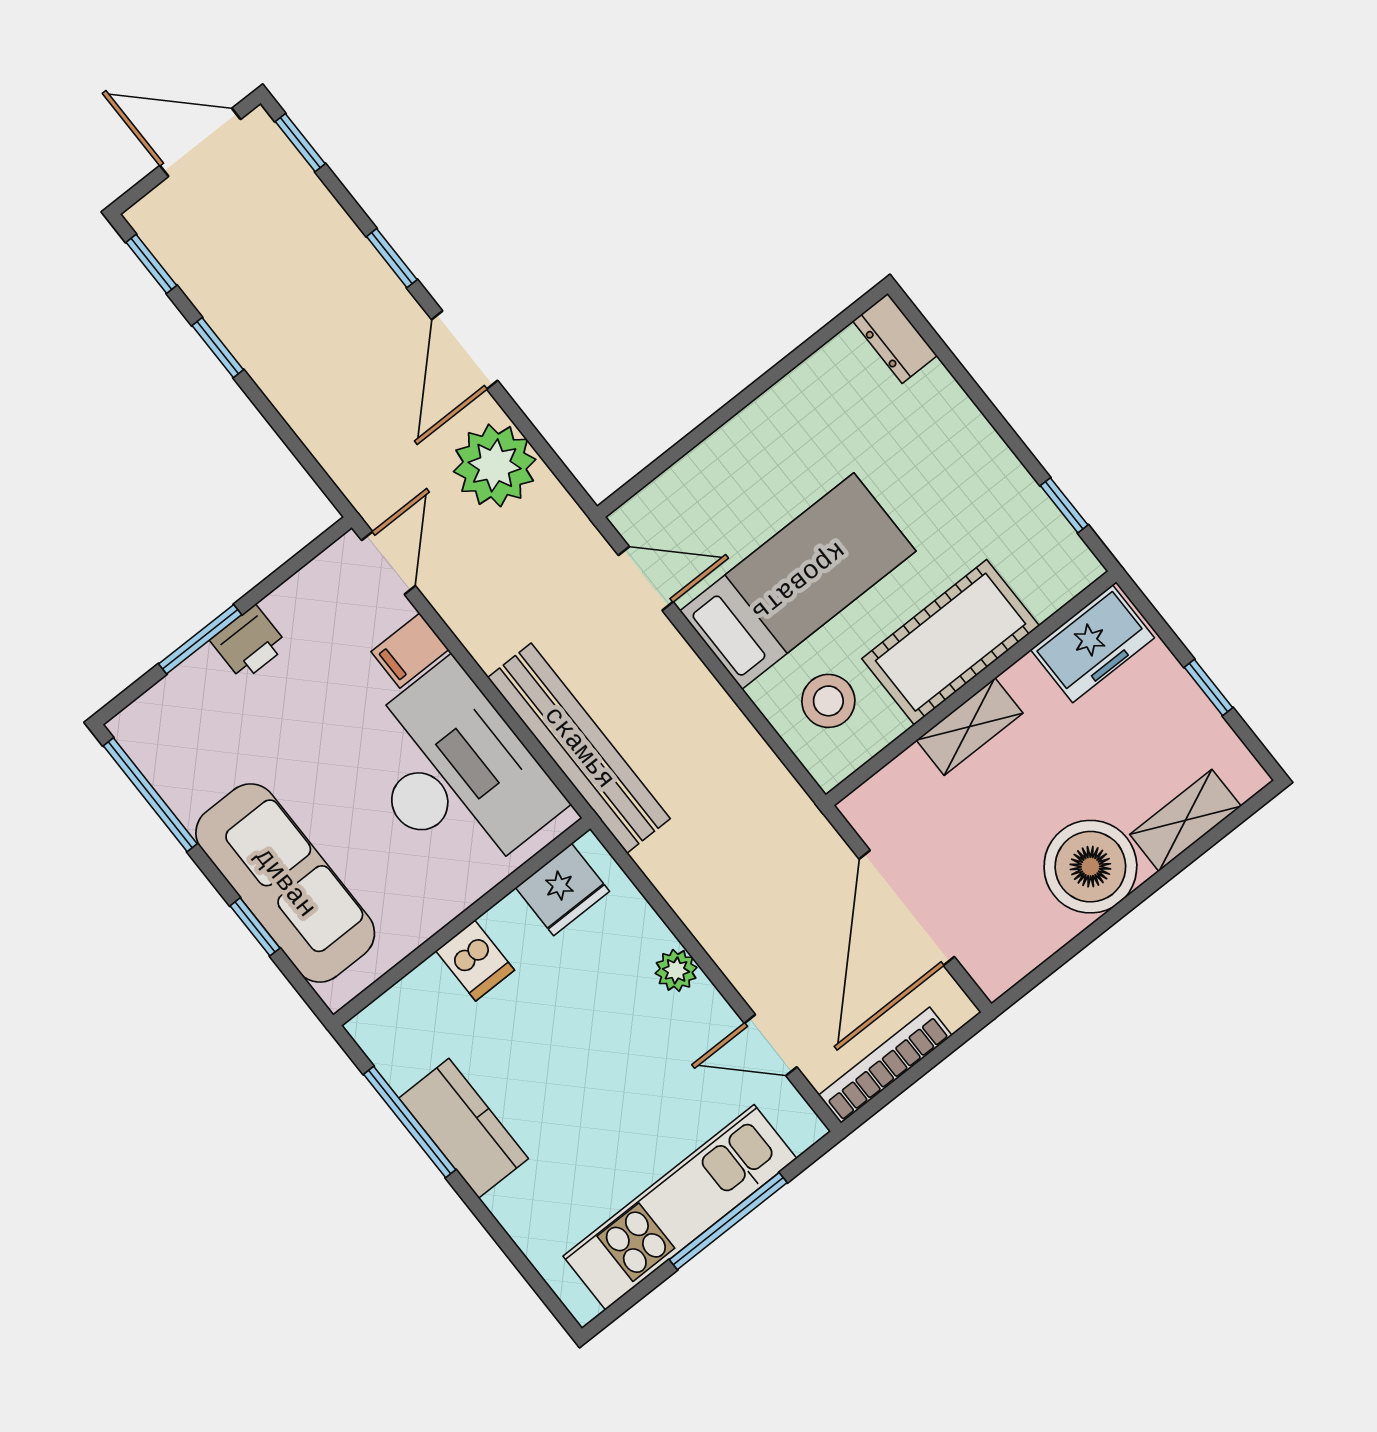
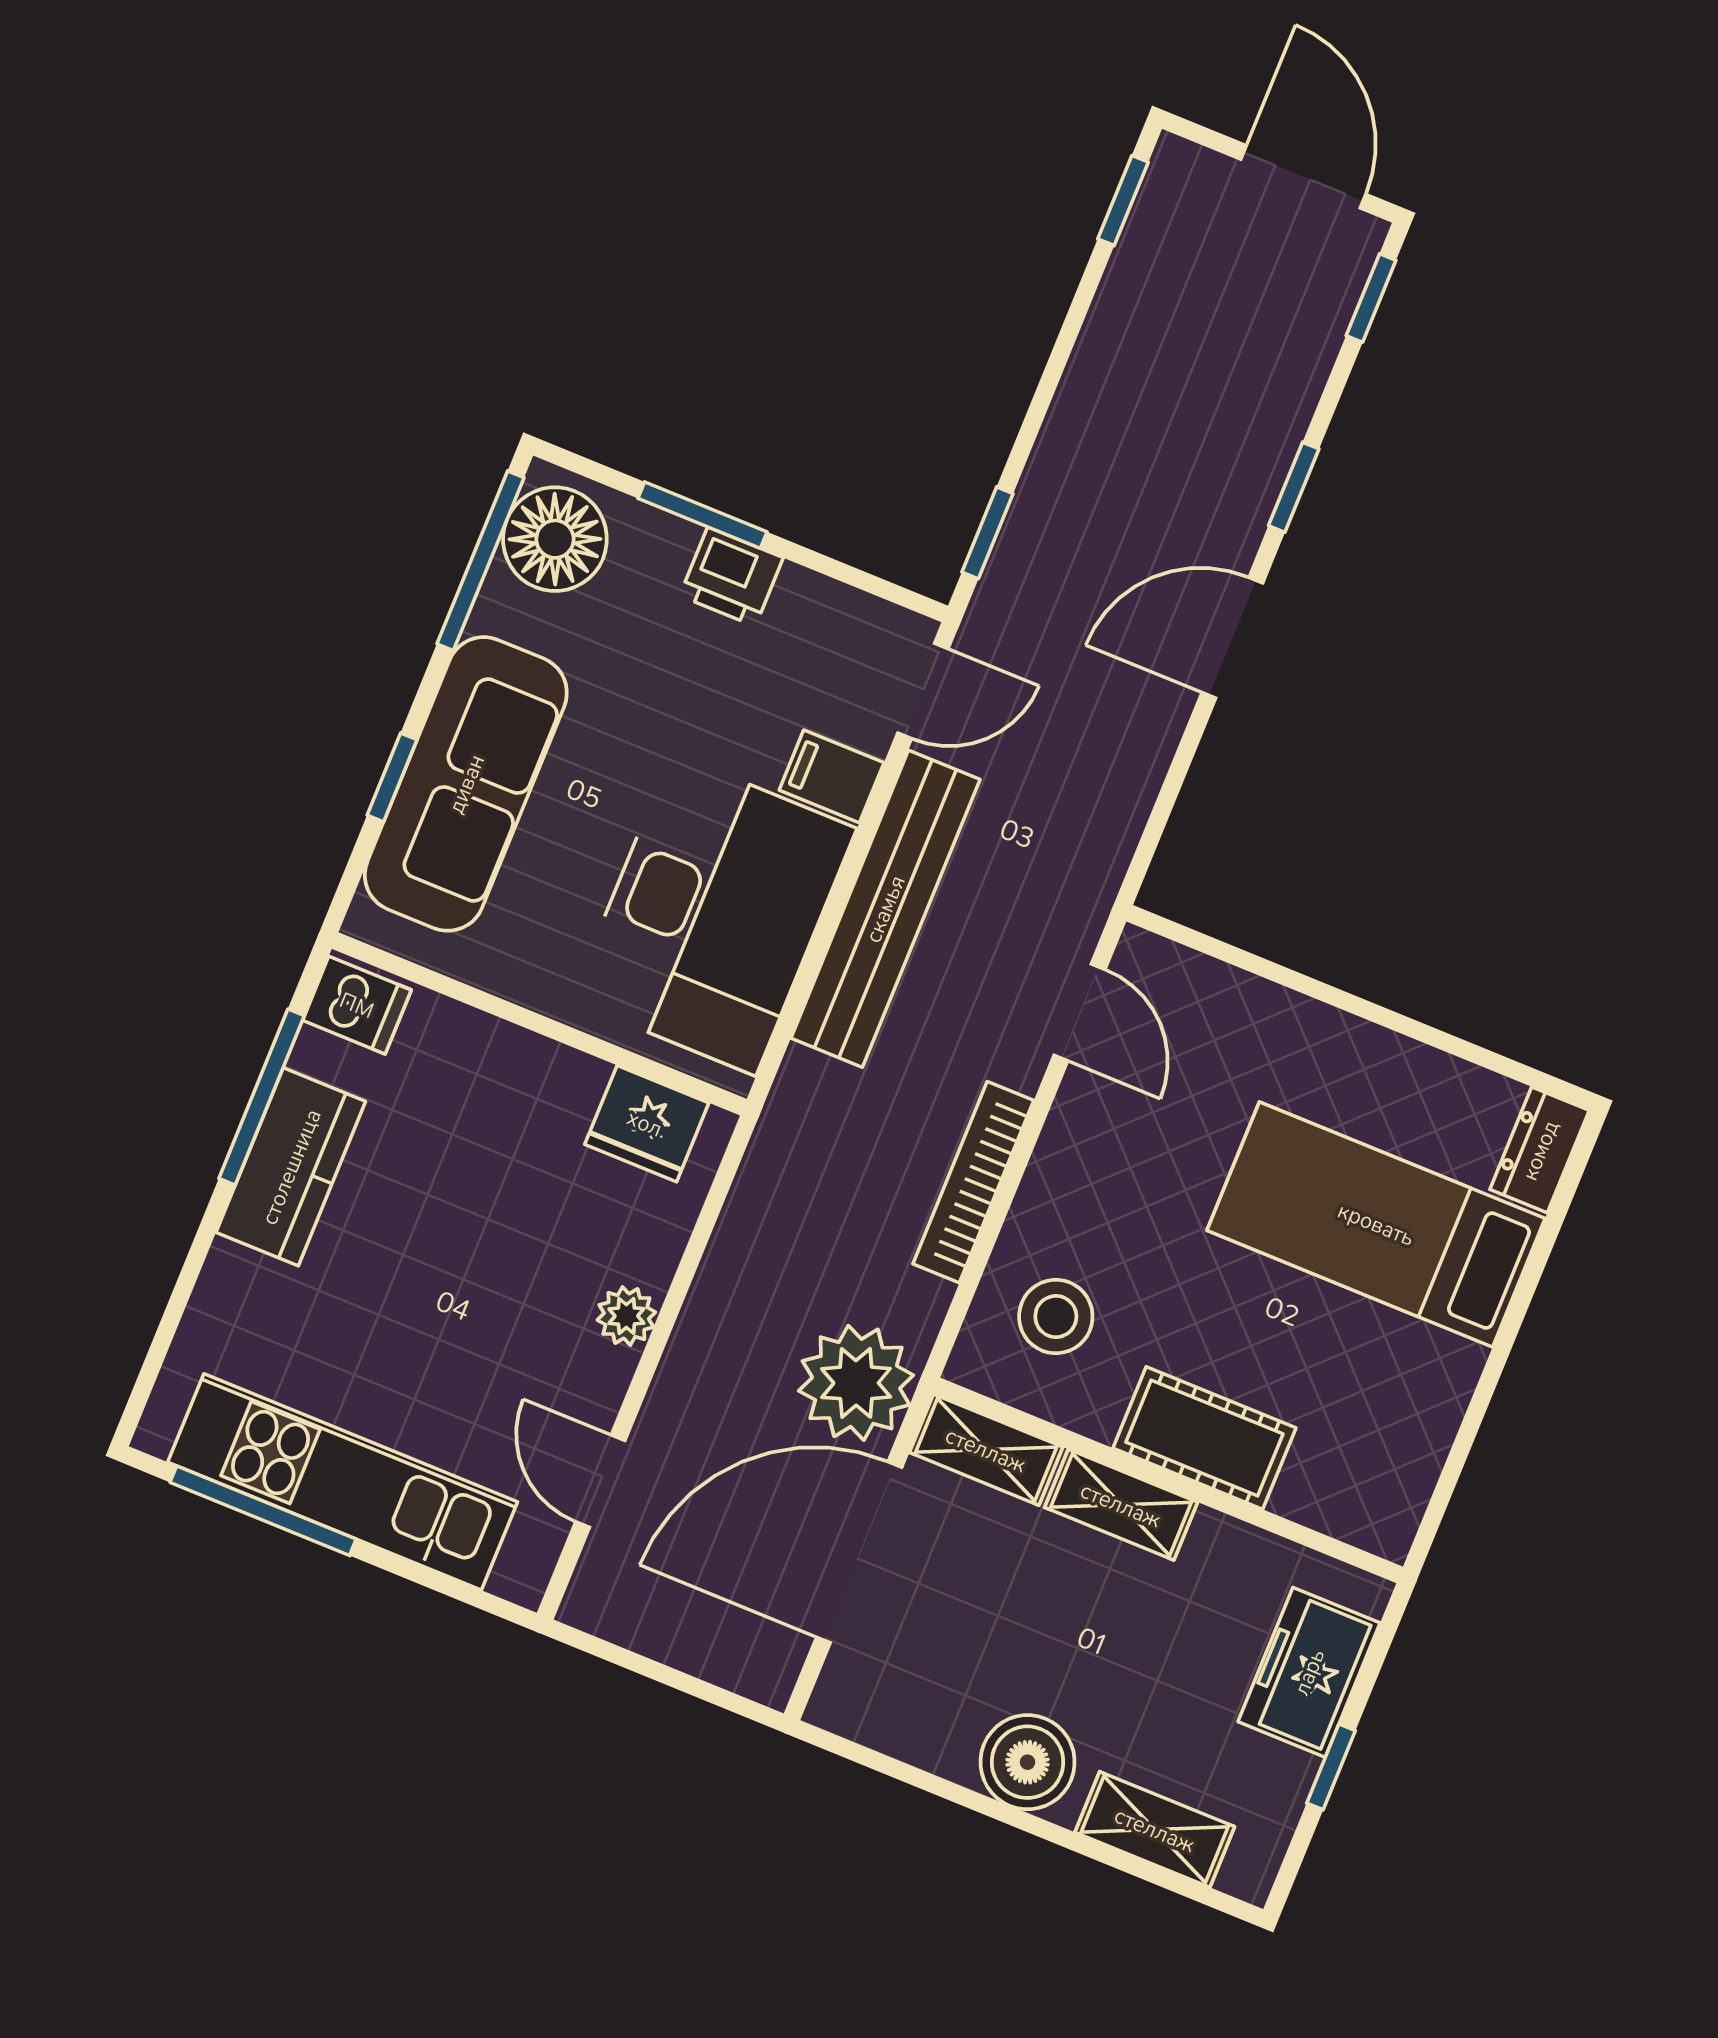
window: (218, 348) -> (987, 533), moved
plant: (495, 465) -> (856, 1383), moved
window: (1064, 505) -> (1453, 1468), removed
bed: (798, 581) -> (1376, 1224), moved, turned 180
cot: (951, 642) -> (1204, 1438), width x0.73, depth x0.75
freezer: (1092, 644) -> (1309, 1672), moved, turned 90
floor lamp: (163, 740) -> (555, 539), added
bench: (579, 748) -> (885, 909), moved
shelving: (887, 792) -> (986, 1450), added
boiler: (1090, 867) -> (1028, 1762), width x0.73, depth x0.73
dishwasher: (475, 961) -> (357, 1005), moved, turned -90
bookcase: (885, 1065) -> (973, 1182), moved, turned -90
window: (728, 1221) -> (263, 1511), moved

